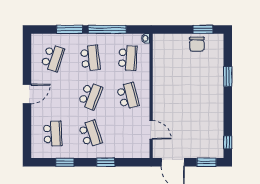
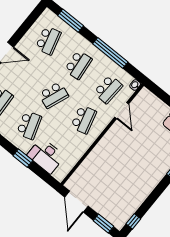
window: (70, 29) -> (71, 21), moved
school desk: (53, 58) -> (48, 40), turned -33
door: (151, 130) -> (122, 110), moved
desk: (122, 146) -> (46, 156), added

